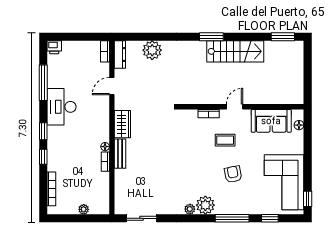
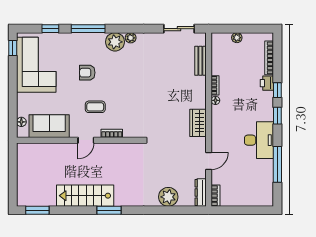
printer: (54, 47) -> (267, 83), moved, turned -90
bench: (120, 154) -> (200, 61), moved
armchair: (233, 174) -> (87, 73), turned 101

